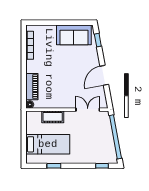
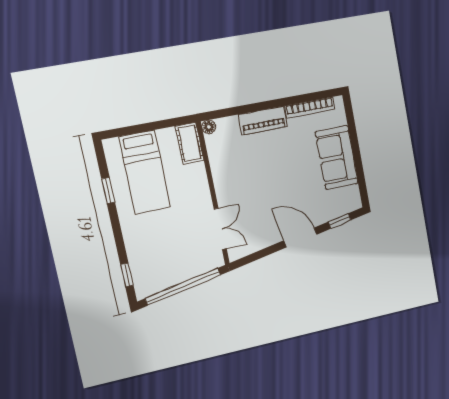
sofa: (74, 35) -> (337, 158), moved
door: (104, 75) -> (300, 237), moved
piano: (32, 87) -> (263, 120), moved
cot: (53, 117) -> (190, 143), moved

